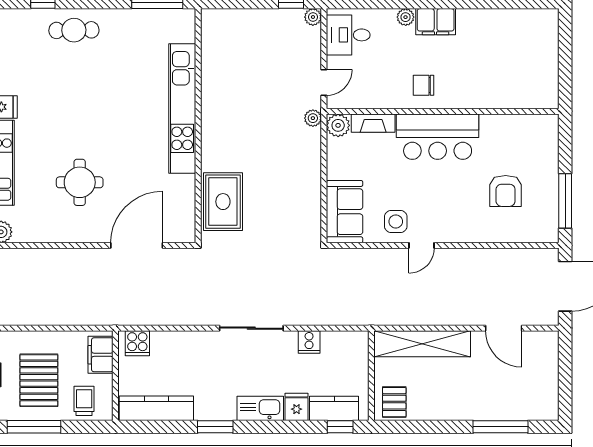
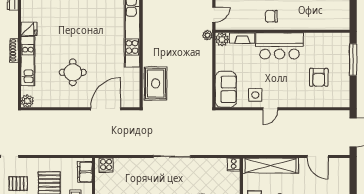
window: (565, 201) -> (353, 60), moved
cooker: (309, 342) -> (234, 165), moved

